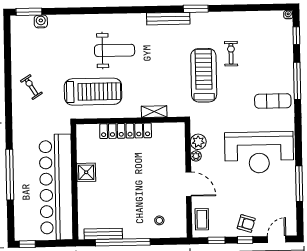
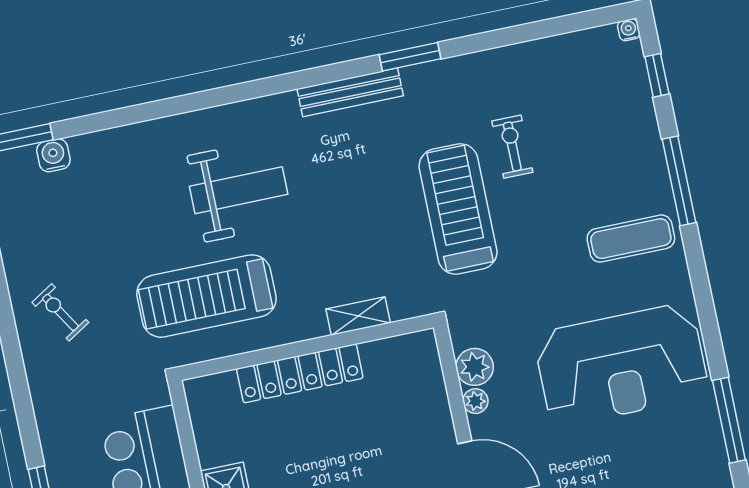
treadmill: (93, 92) -> (206, 296), turned 180

